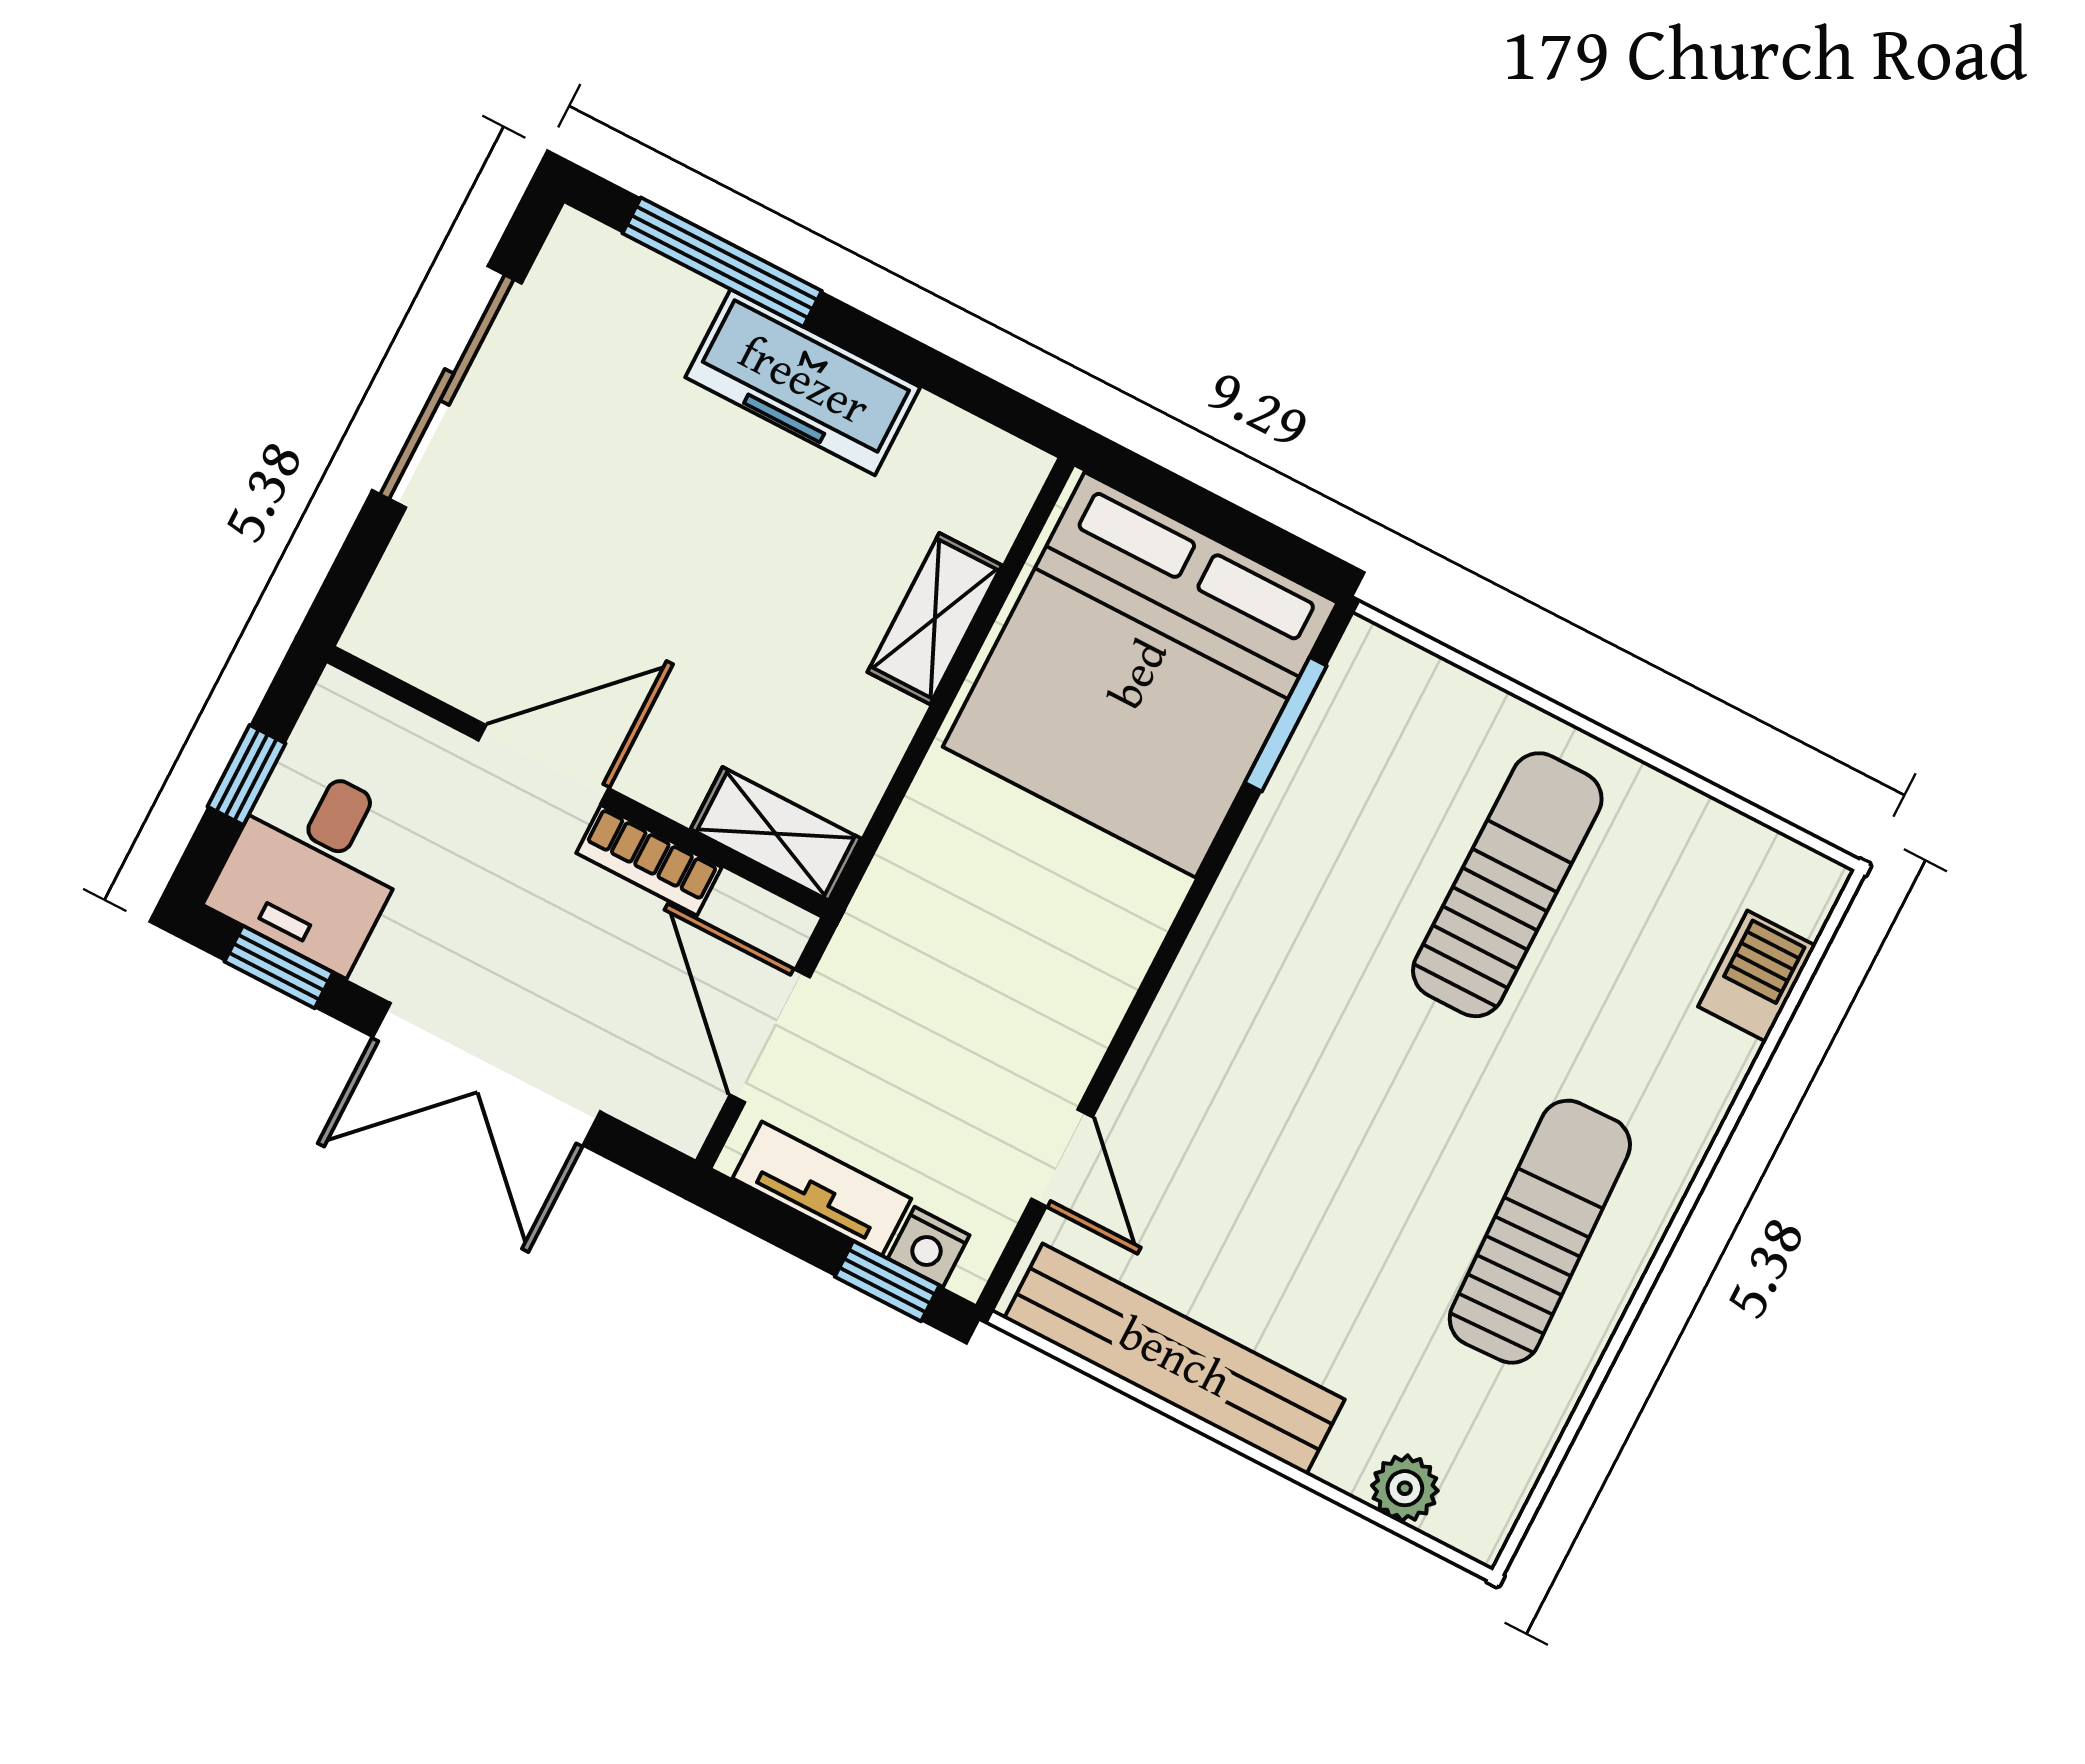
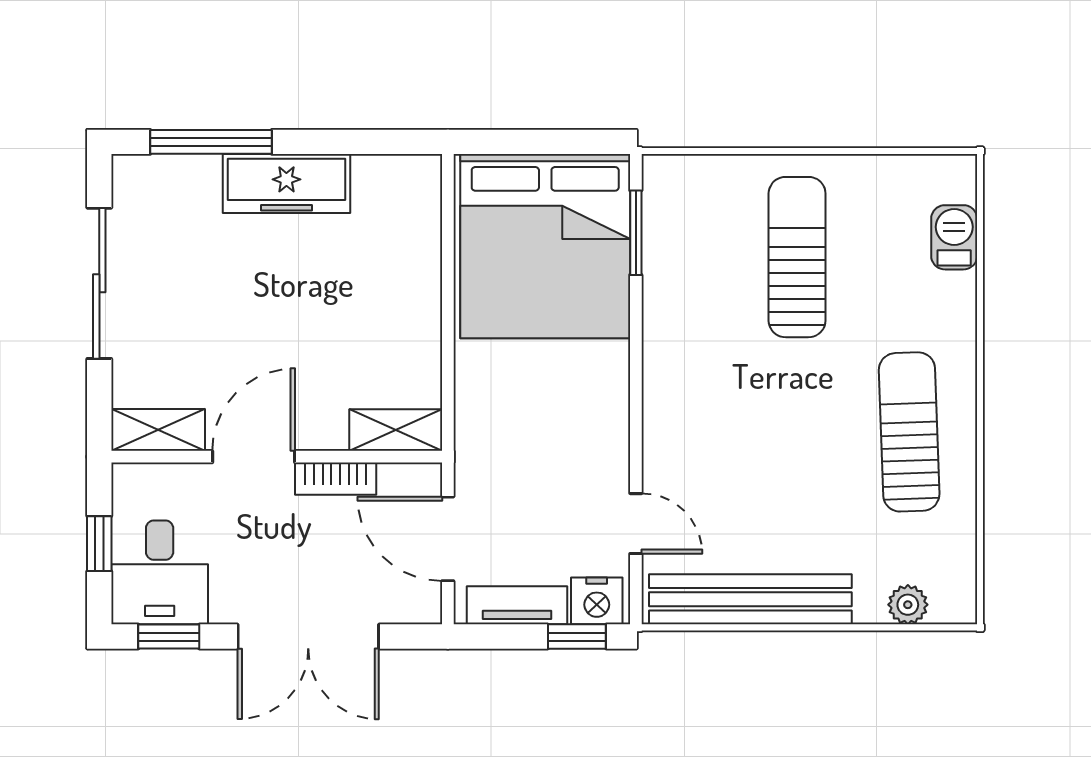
shelving: (935, 619) -> (158, 430), moved, turned 90
nightstand: (929, 1247) -> (597, 601), width x1.39, depth x1.35

